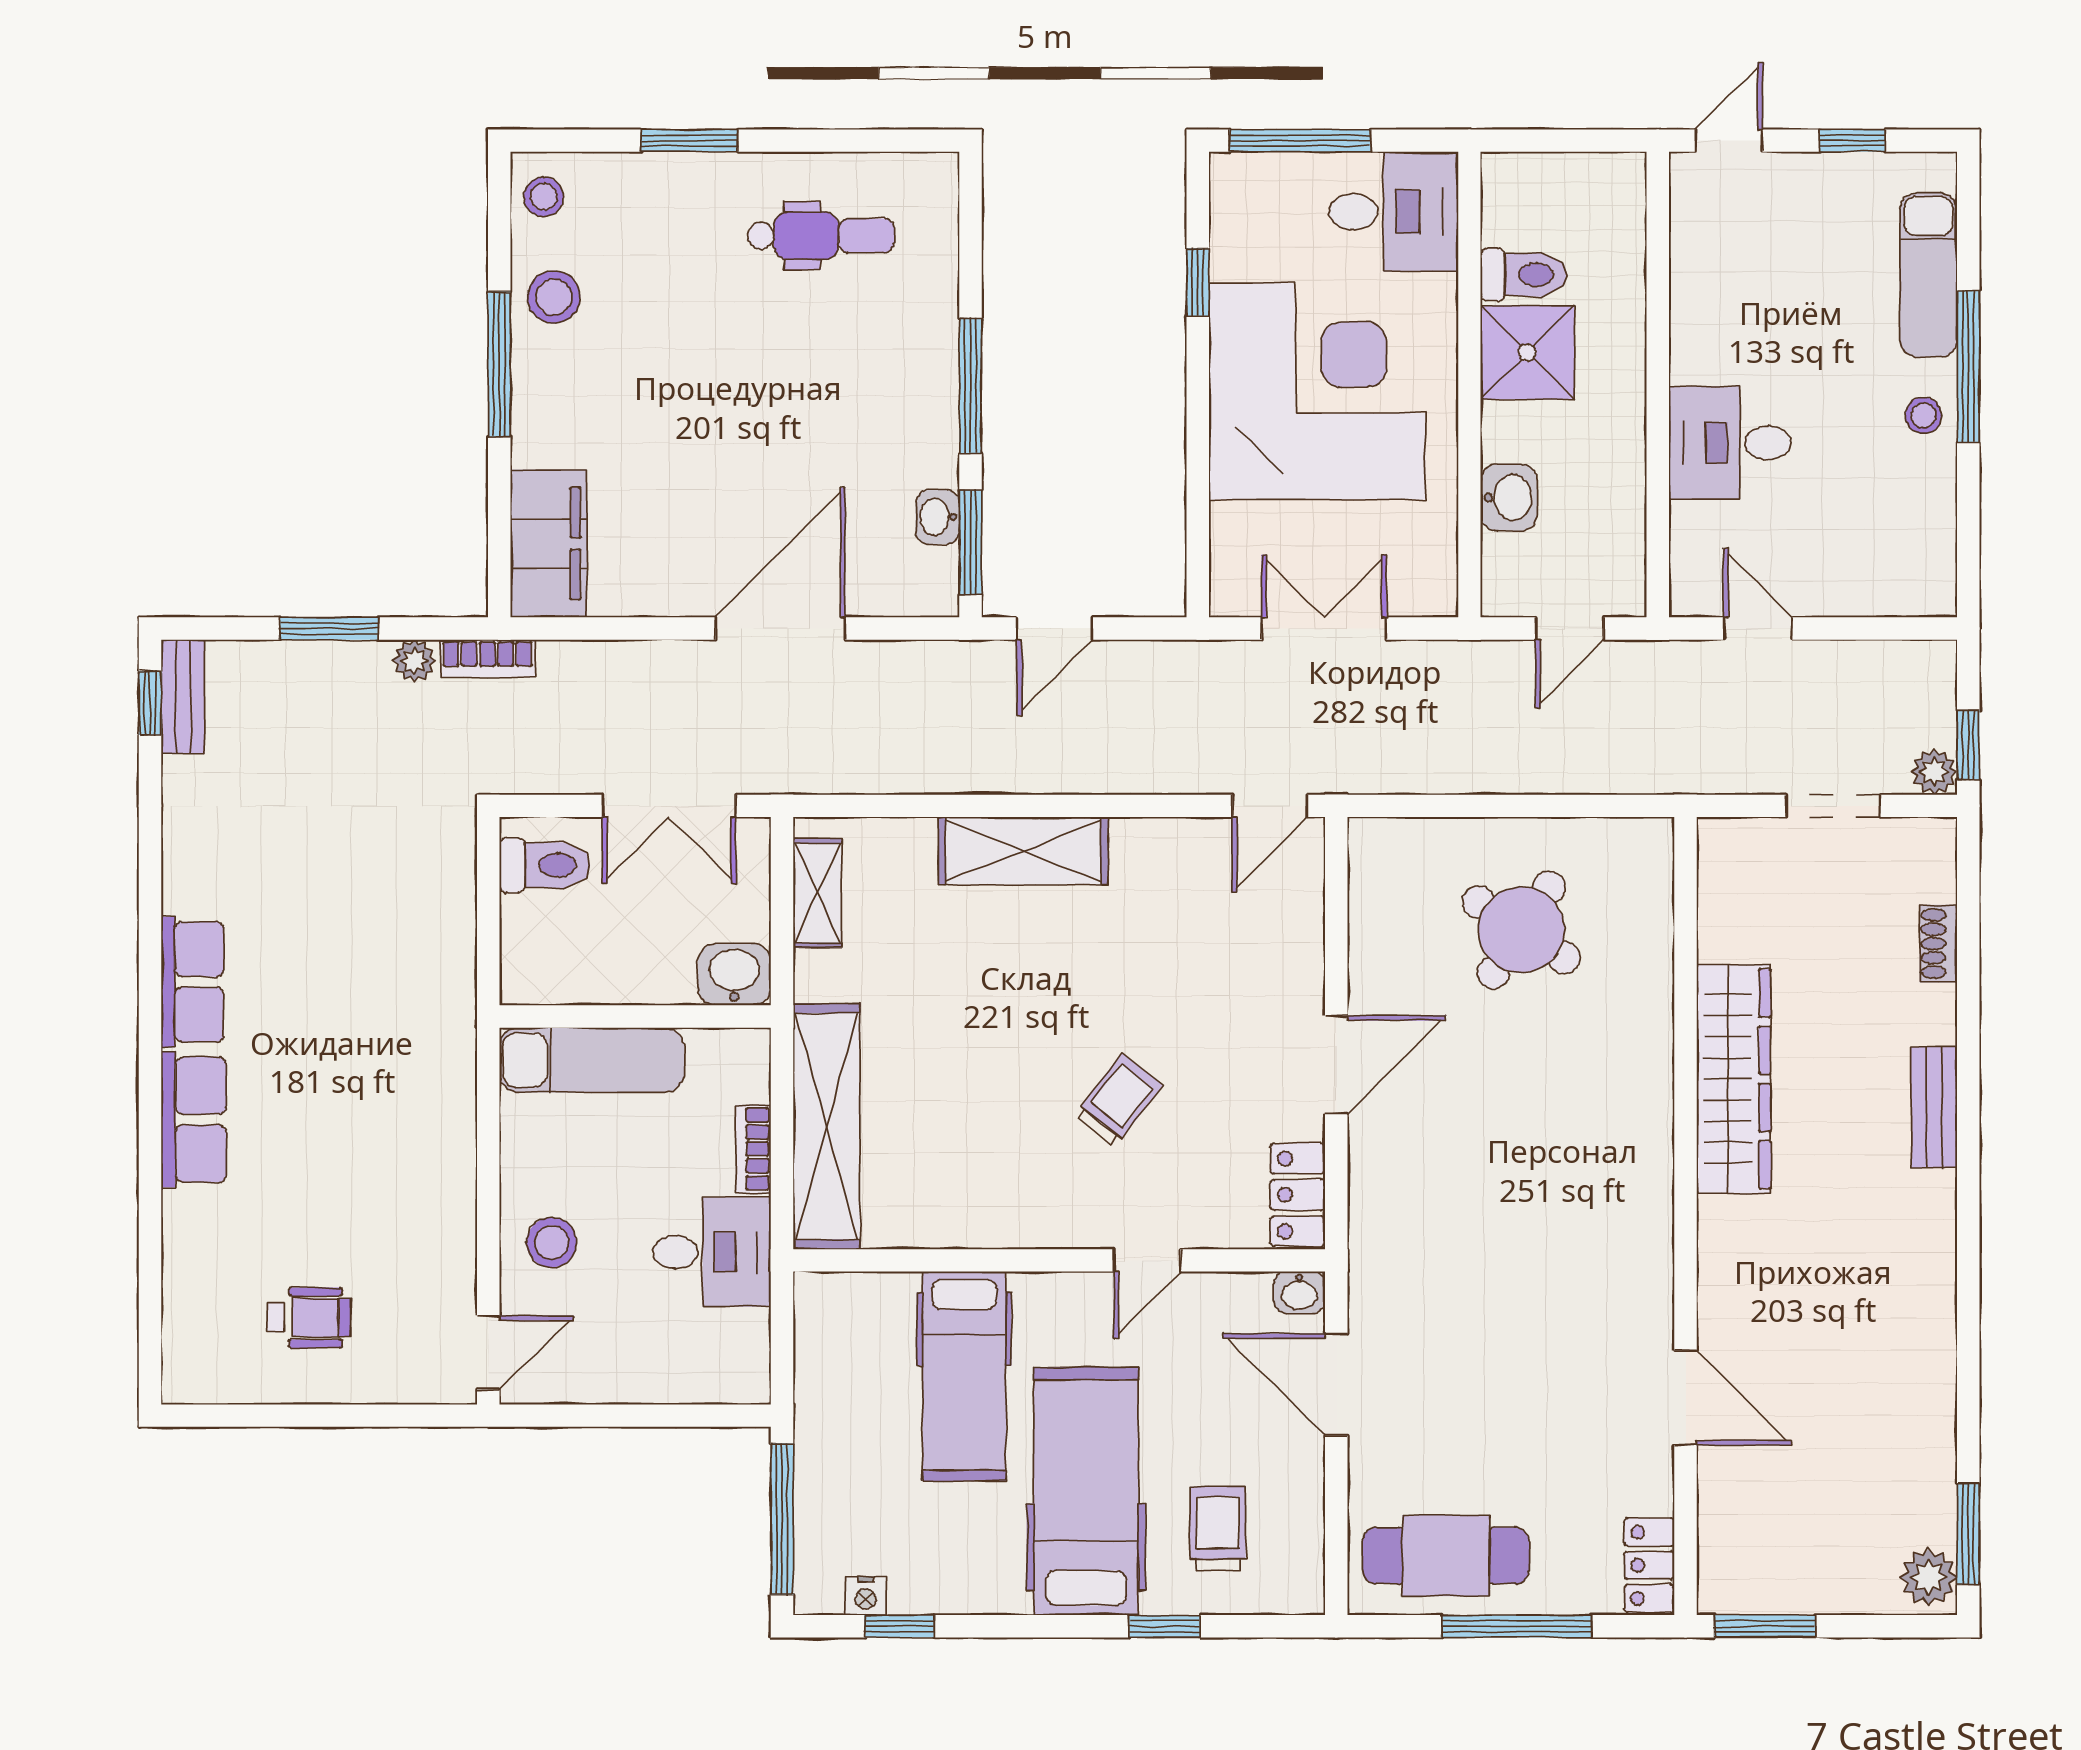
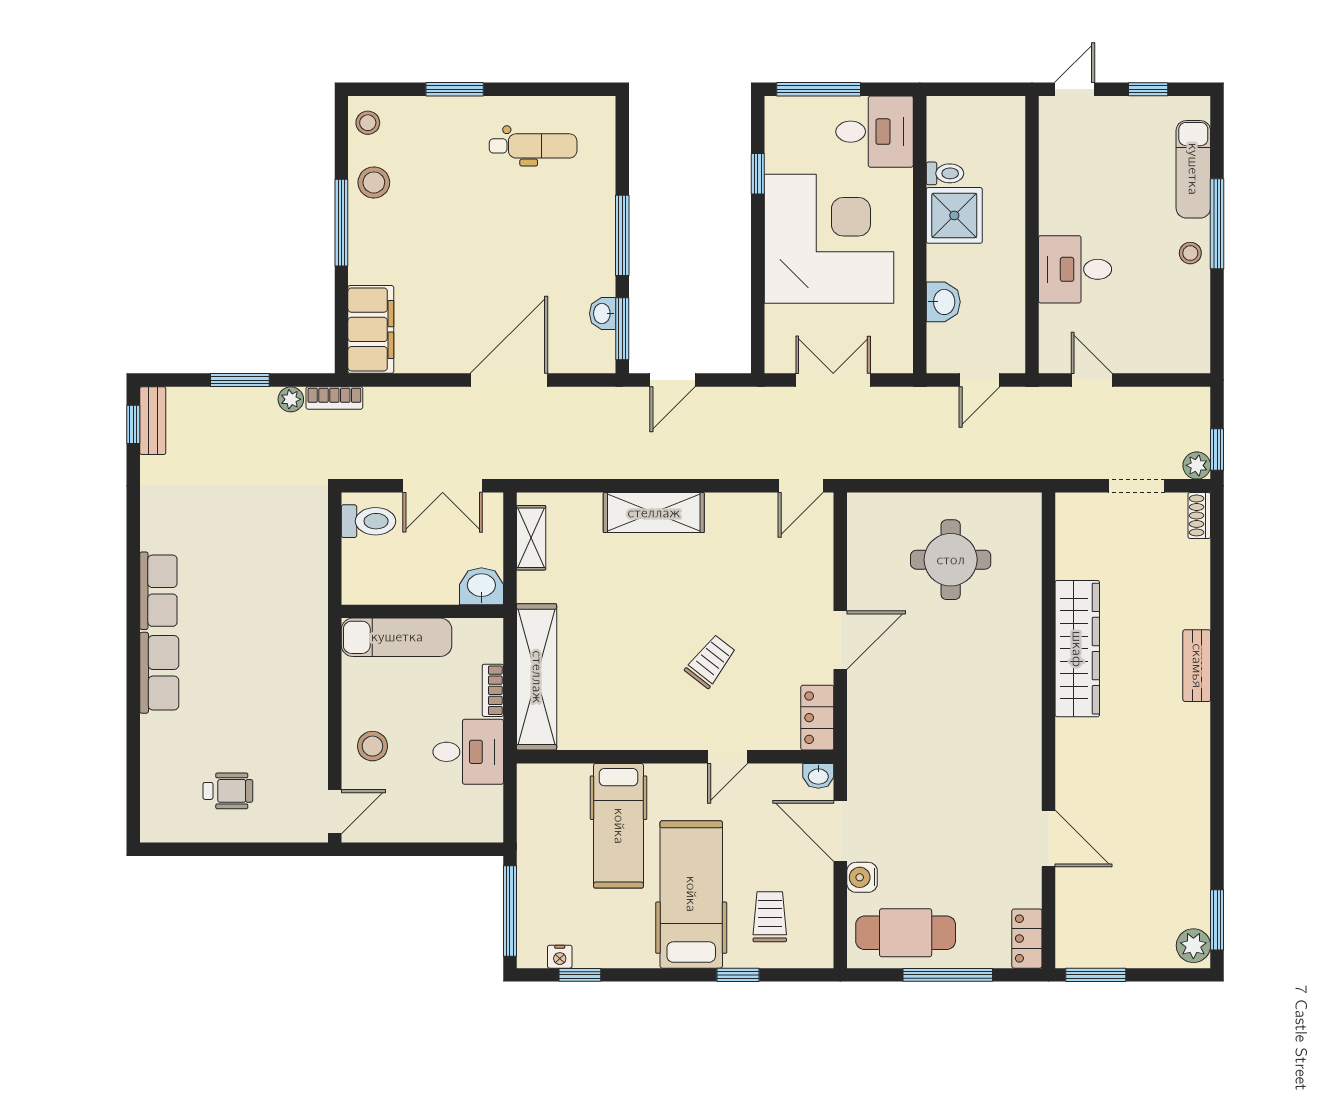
toilet: (1524, 275) -> (945, 173), width x0.73, depth x0.72
round table: (1521, 930) -> (951, 560), turned -33
shoe rack: (1938, 944) -> (1199, 515), moved
water cooler: (1373, 1463) -> (862, 877), added

